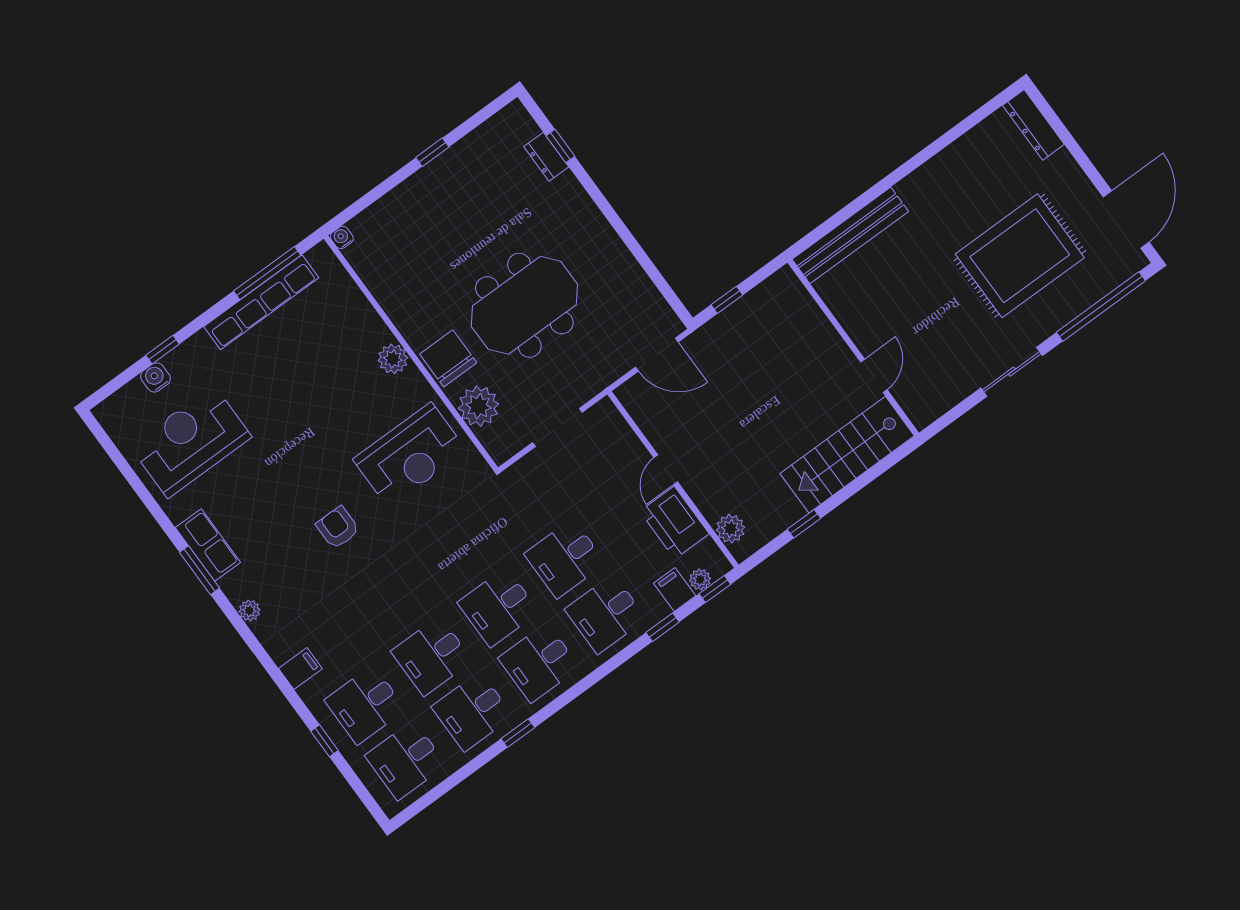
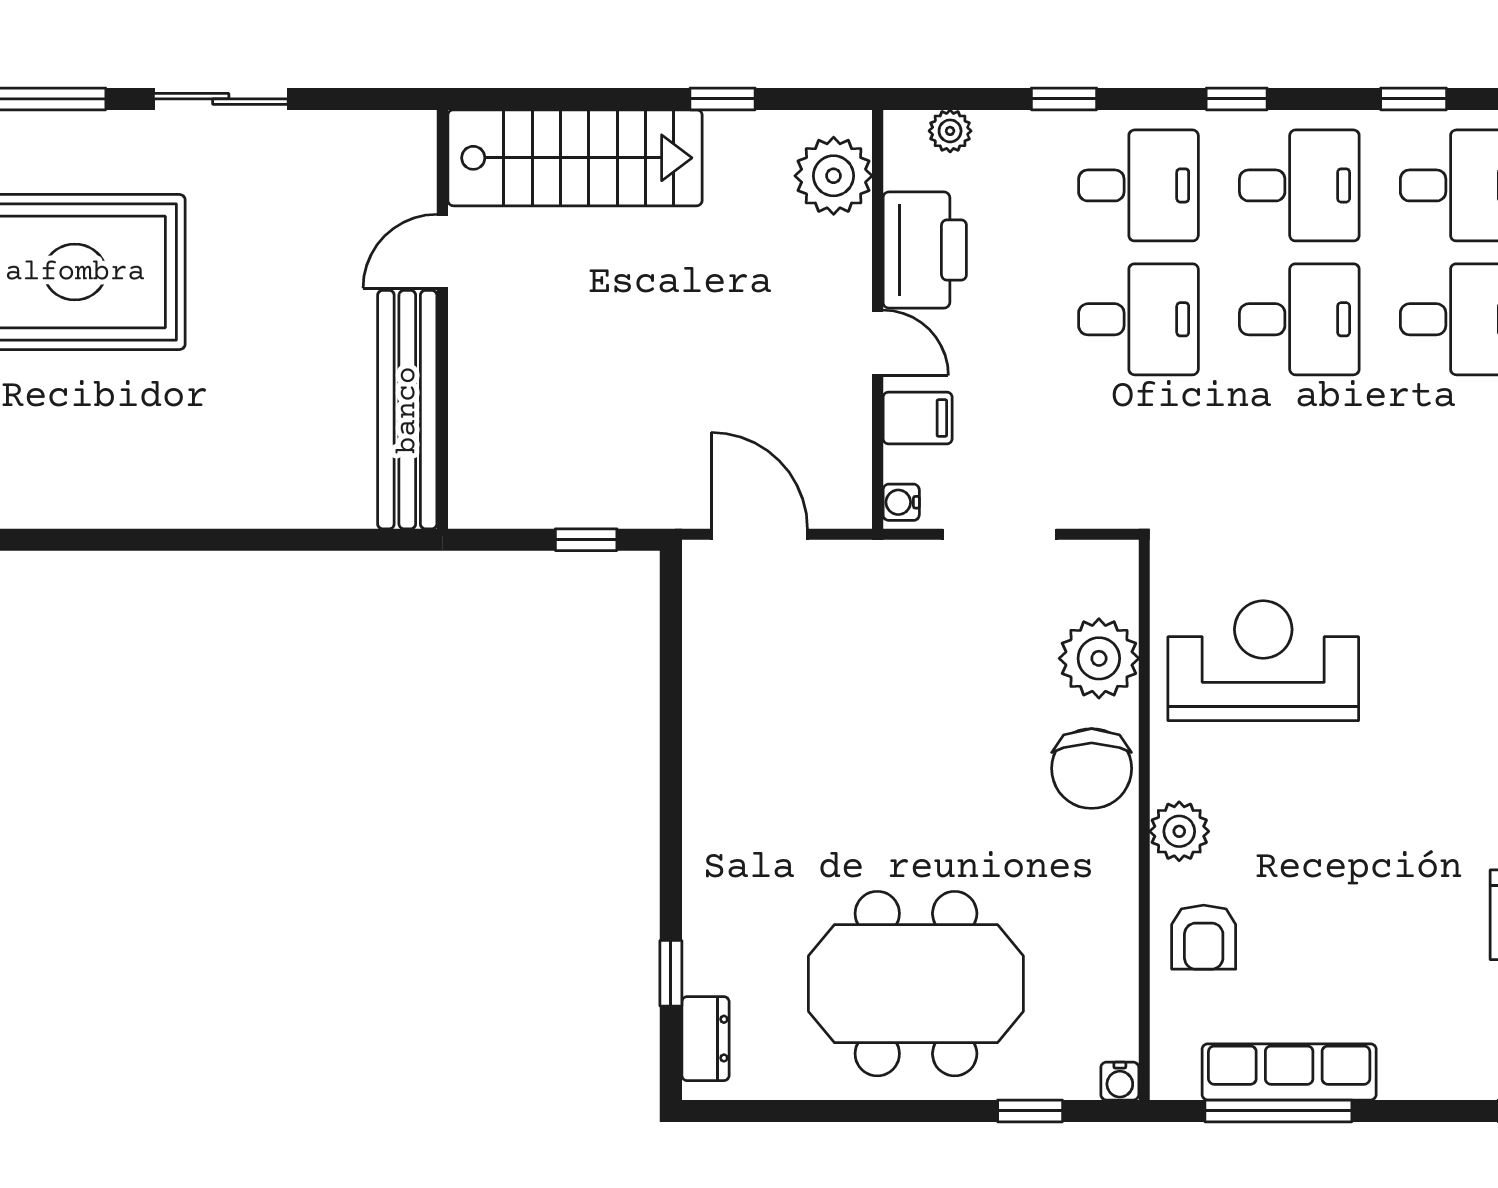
window: (432, 152) -> (1030, 1111), moved
dresser: (546, 157) -> (705, 1039), moved
bench: (850, 235) -> (407, 410), moved, turned 90
row of seats: (261, 302) -> (1289, 1072), width x0.73
meeting table: (524, 305) -> (916, 984), moved
water cooler: (608, 411) -> (901, 502), added
door: (666, 470) -> (878, 343), hinge flipped
armchair: (338, 528) -> (1204, 937), moved
plant: (730, 529) -> (834, 176), width x1.36, depth x1.36
filing cabinet: (675, 589) -> (918, 418), moved, turned -90
window: (715, 589) -> (1237, 99), moved

